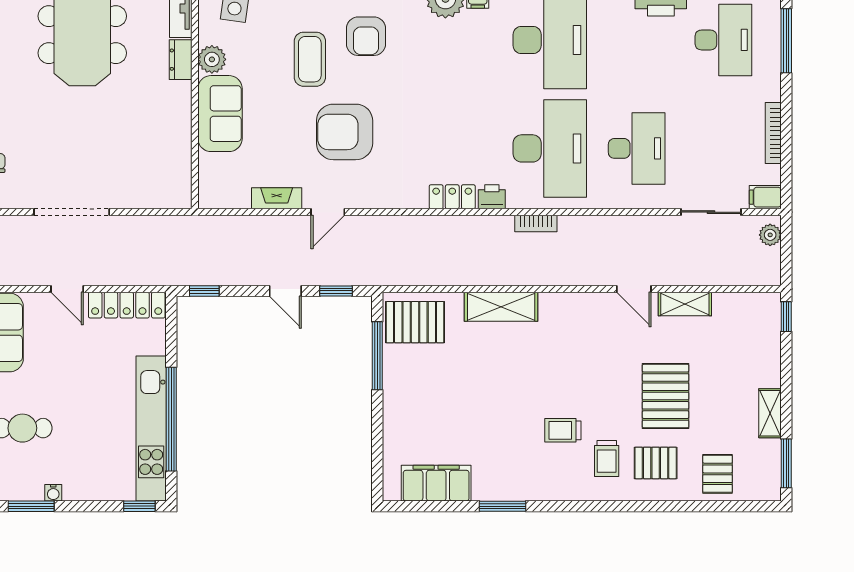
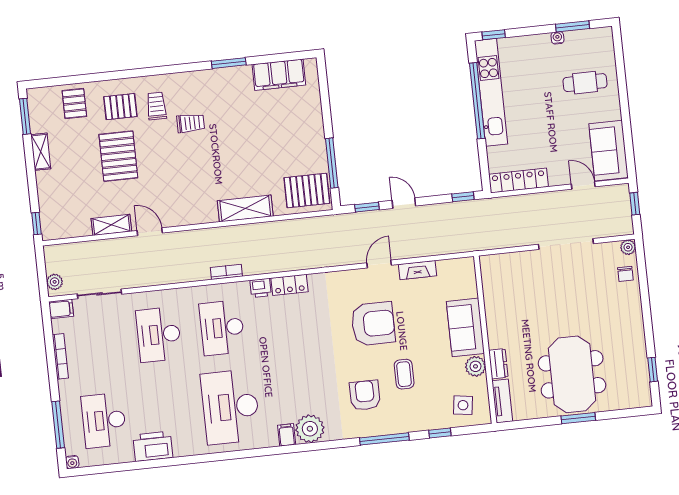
coffee table: (310, 59) -> (404, 374), width x0.73, depth x0.77
desk: (550, 148) -> (222, 328), width x0.73, depth x0.77
door: (67, 289) -> (583, 185), moved

